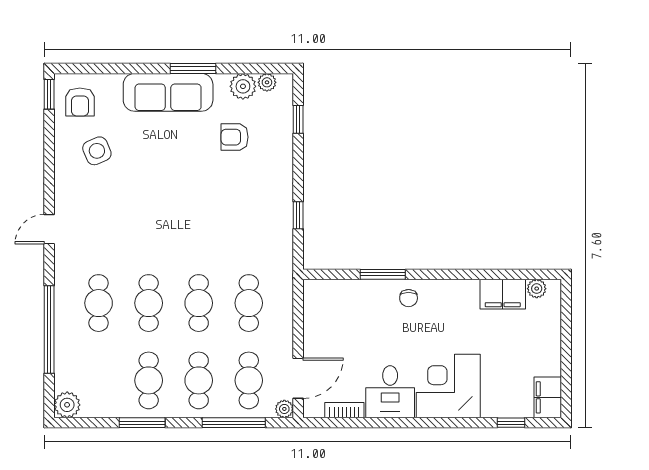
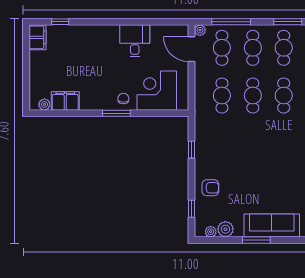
armchair: (235, 137) -> (210, 188), moved
window: (383, 274) -> (116, 113), moved
door: (298, 378) -> (191, 49), hinge flipped
corner desk: (448, 386) -> (157, 91), moved, turned 180
bookcase: (344, 410) -> (163, 29), removed

